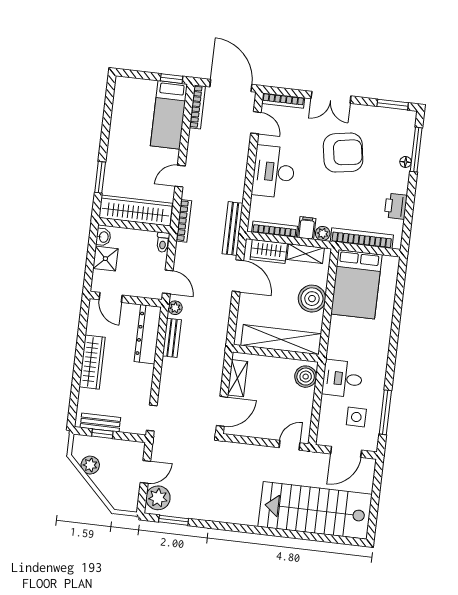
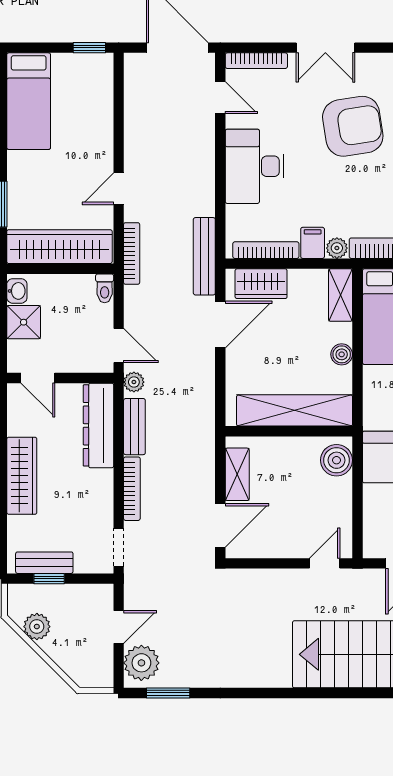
bookcase: (197, 107) -> (132, 489), moved
bed: (169, 115) -> (29, 101), moved
shelving: (306, 254) -> (341, 295), moved, turned 90
door: (238, 276) -> (220, 325), hinge flipped
boiler: (312, 299) -> (342, 354), width x0.54, depth x0.54

